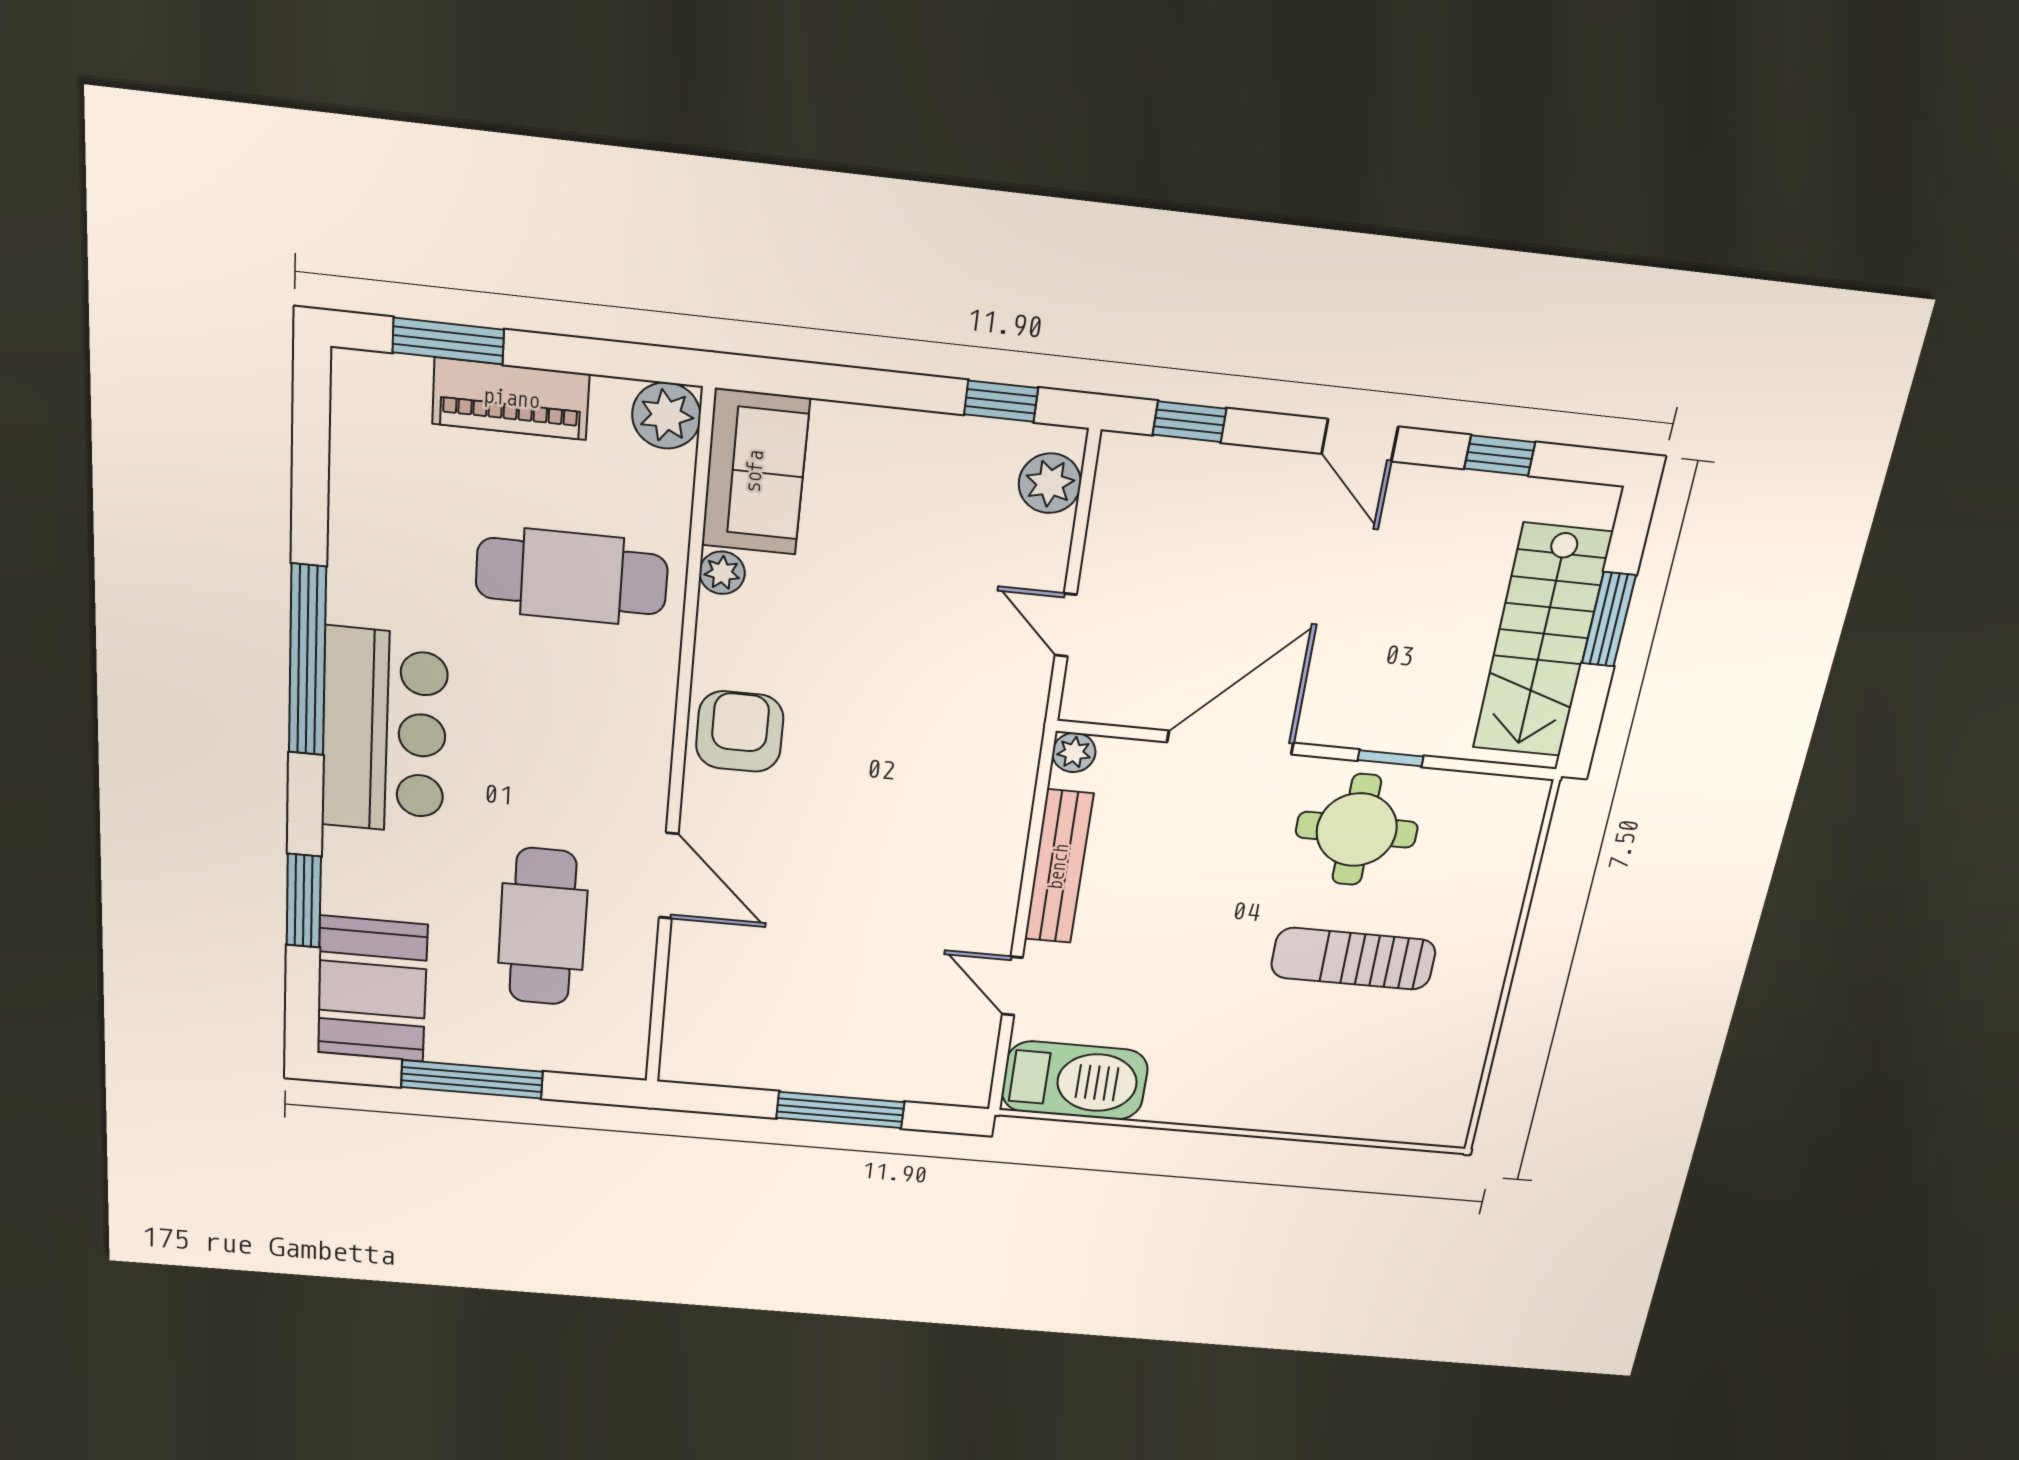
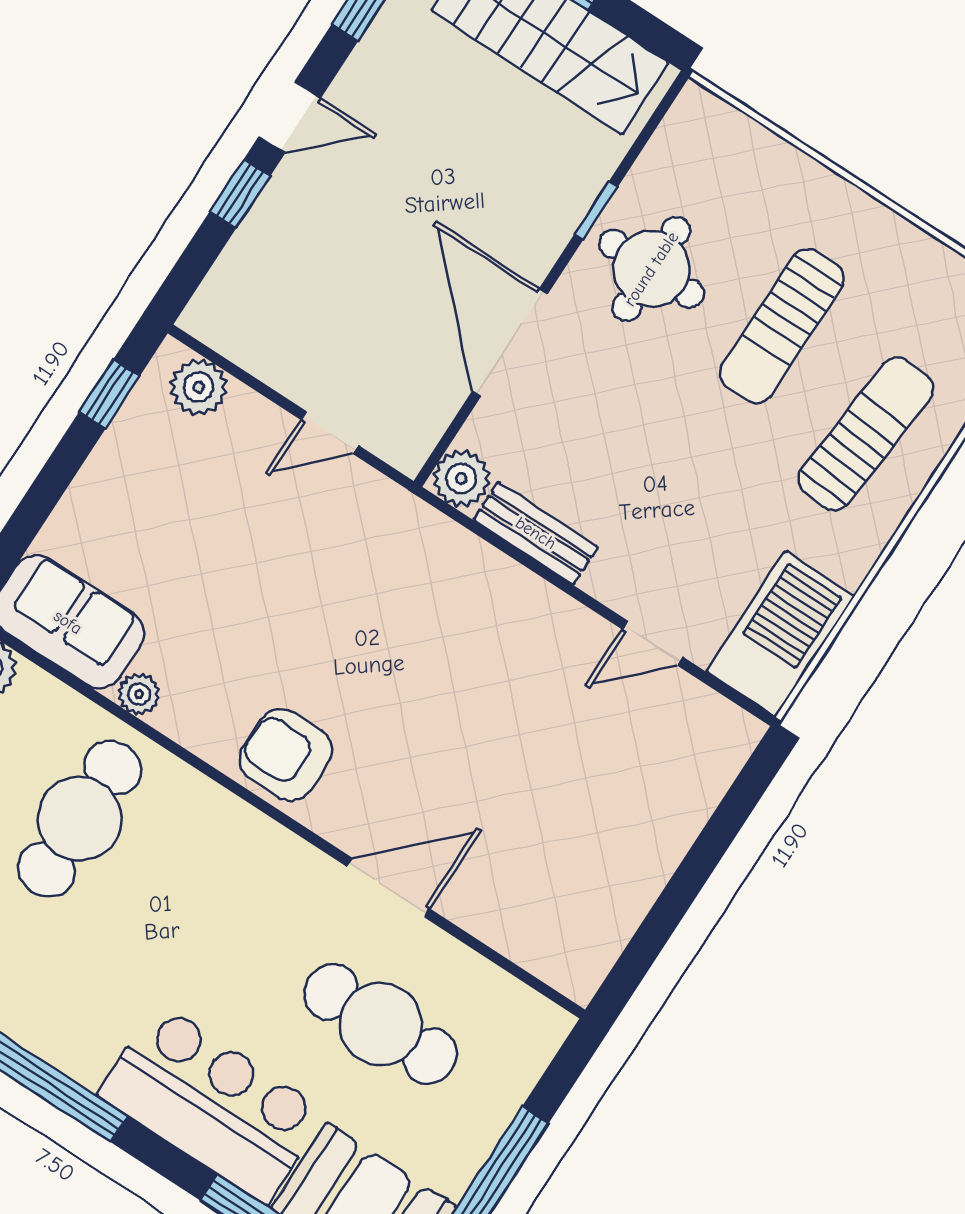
window: (1189, 422) -> (240, 194), moved
bar counter: (384, 732) -> (212, 1103), moved
plant: (1074, 752) -> (461, 478), width x1.38, depth x1.38
bench: (1059, 867) -> (536, 533), width x0.73
sun lounger: (1287, 1066) -> (866, 434), added
window: (840, 1110) -> (701, 861), removed

